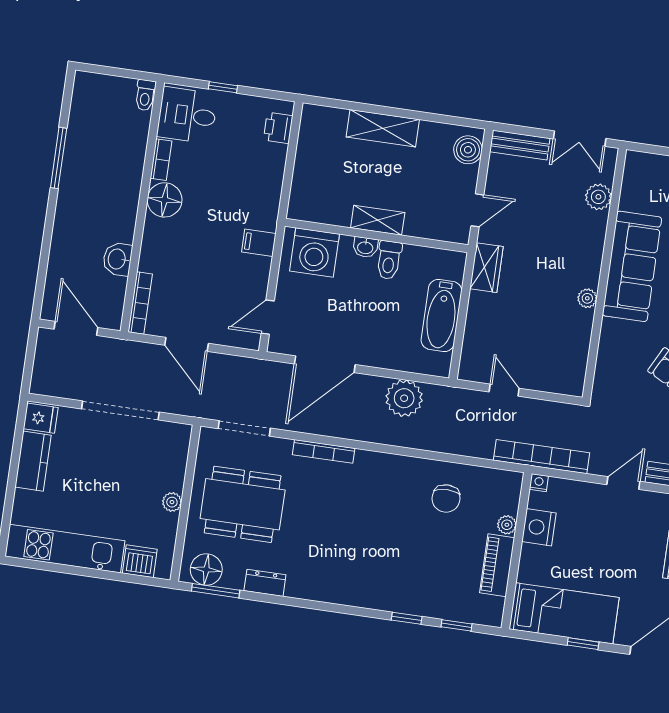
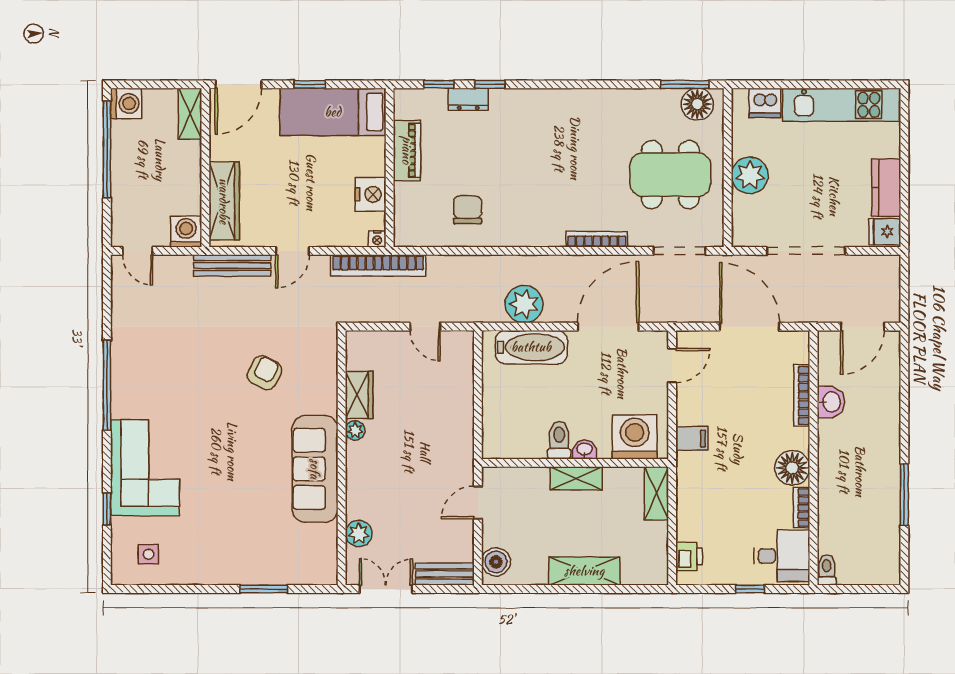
shelving: (301, 194) -> (656, 493), added
wardrobe: (487, 268) -> (359, 395), moved, turned 180
bookcase: (140, 303) -> (802, 396), moved
bathtub: (441, 315) -> (531, 347), moved, turned 90
door: (76, 328) -> (862, 327), hinge flipped
door: (186, 344) -> (750, 327), width x1.36
plant: (172, 502) -> (750, 175), width x1.87, depth x1.87
plant: (507, 525) -> (403, 192), removed
dresser: (265, 583) -> (468, 99), moved

